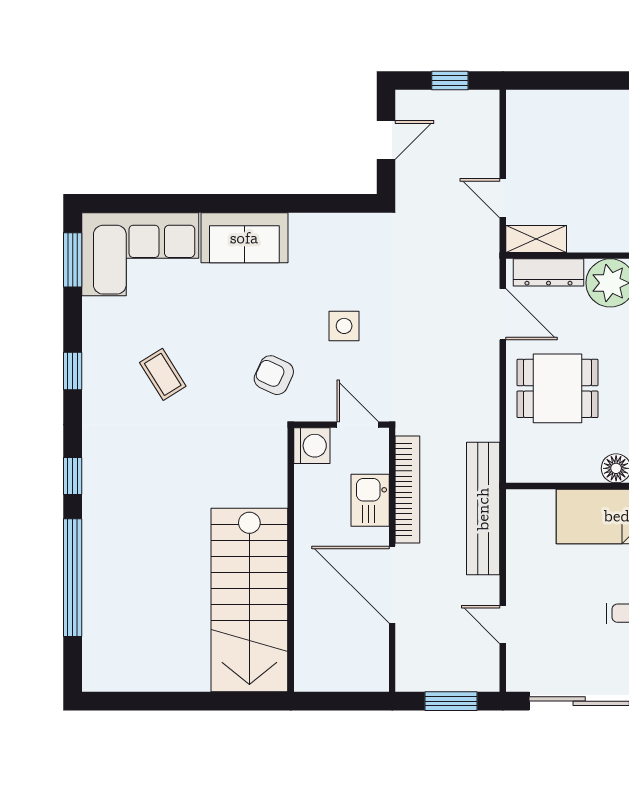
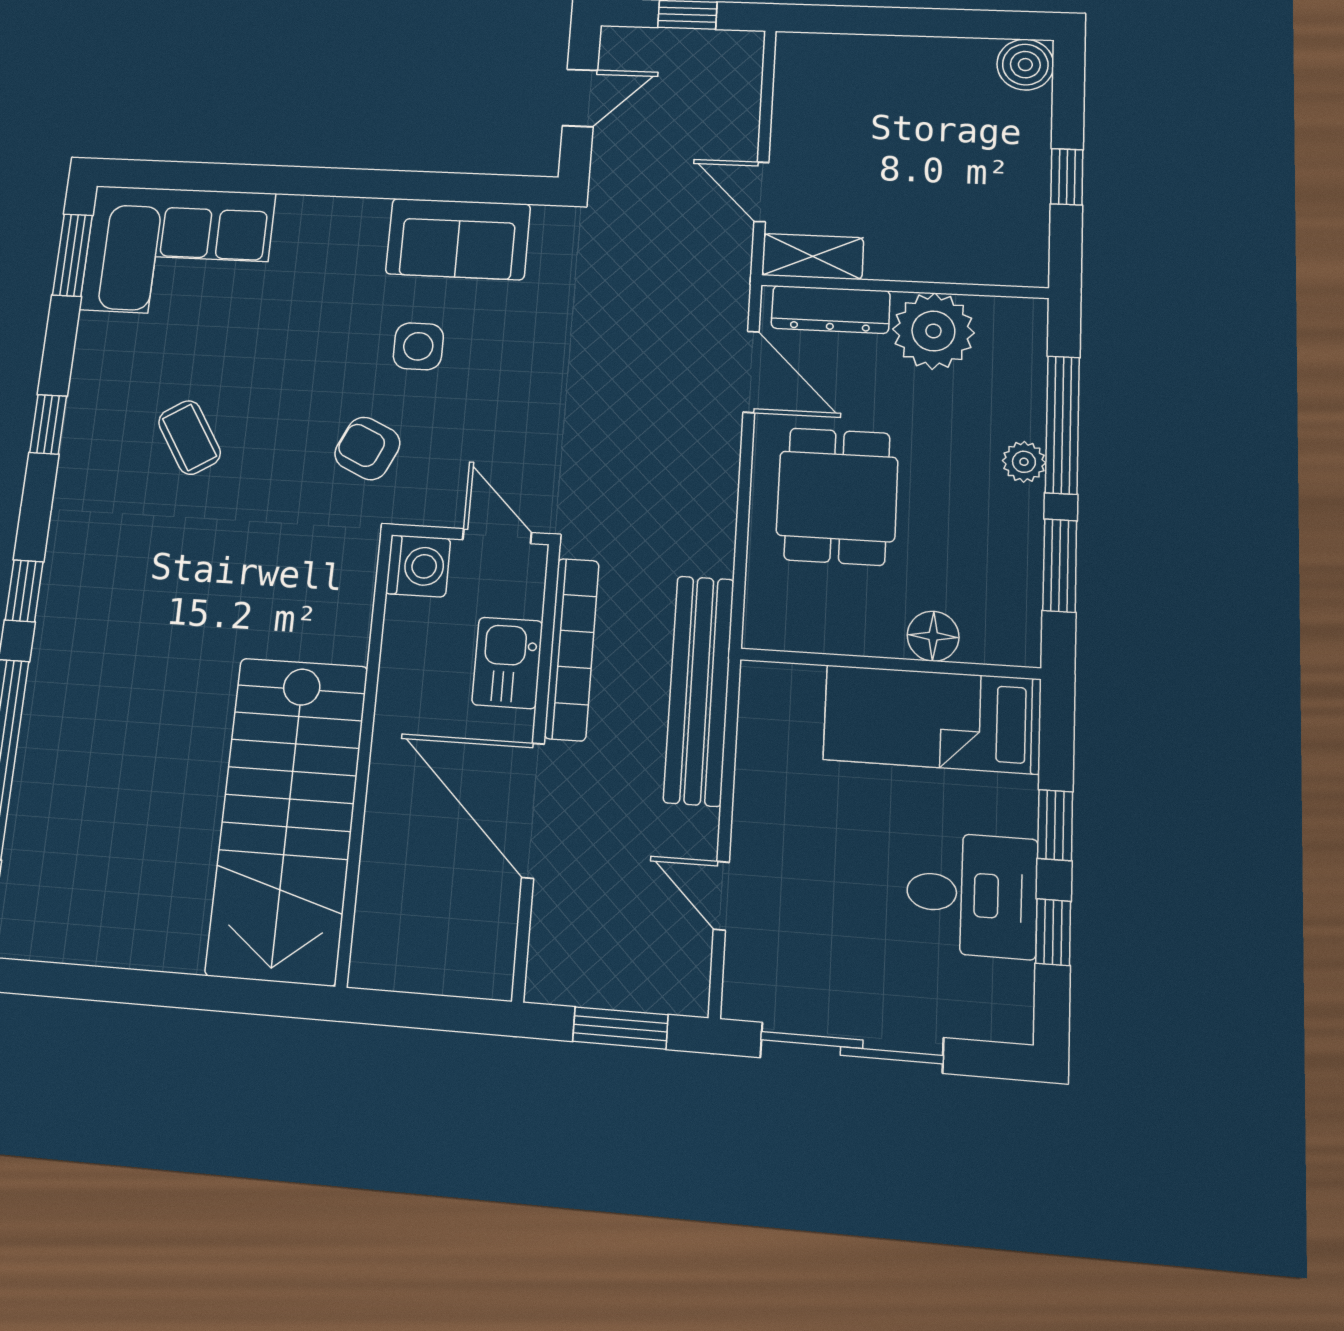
sofa: (244, 238) -> (458, 239), moved
side table: (344, 326) -> (418, 346), moved
dining table: (557, 388) -> (837, 496), turned 90

